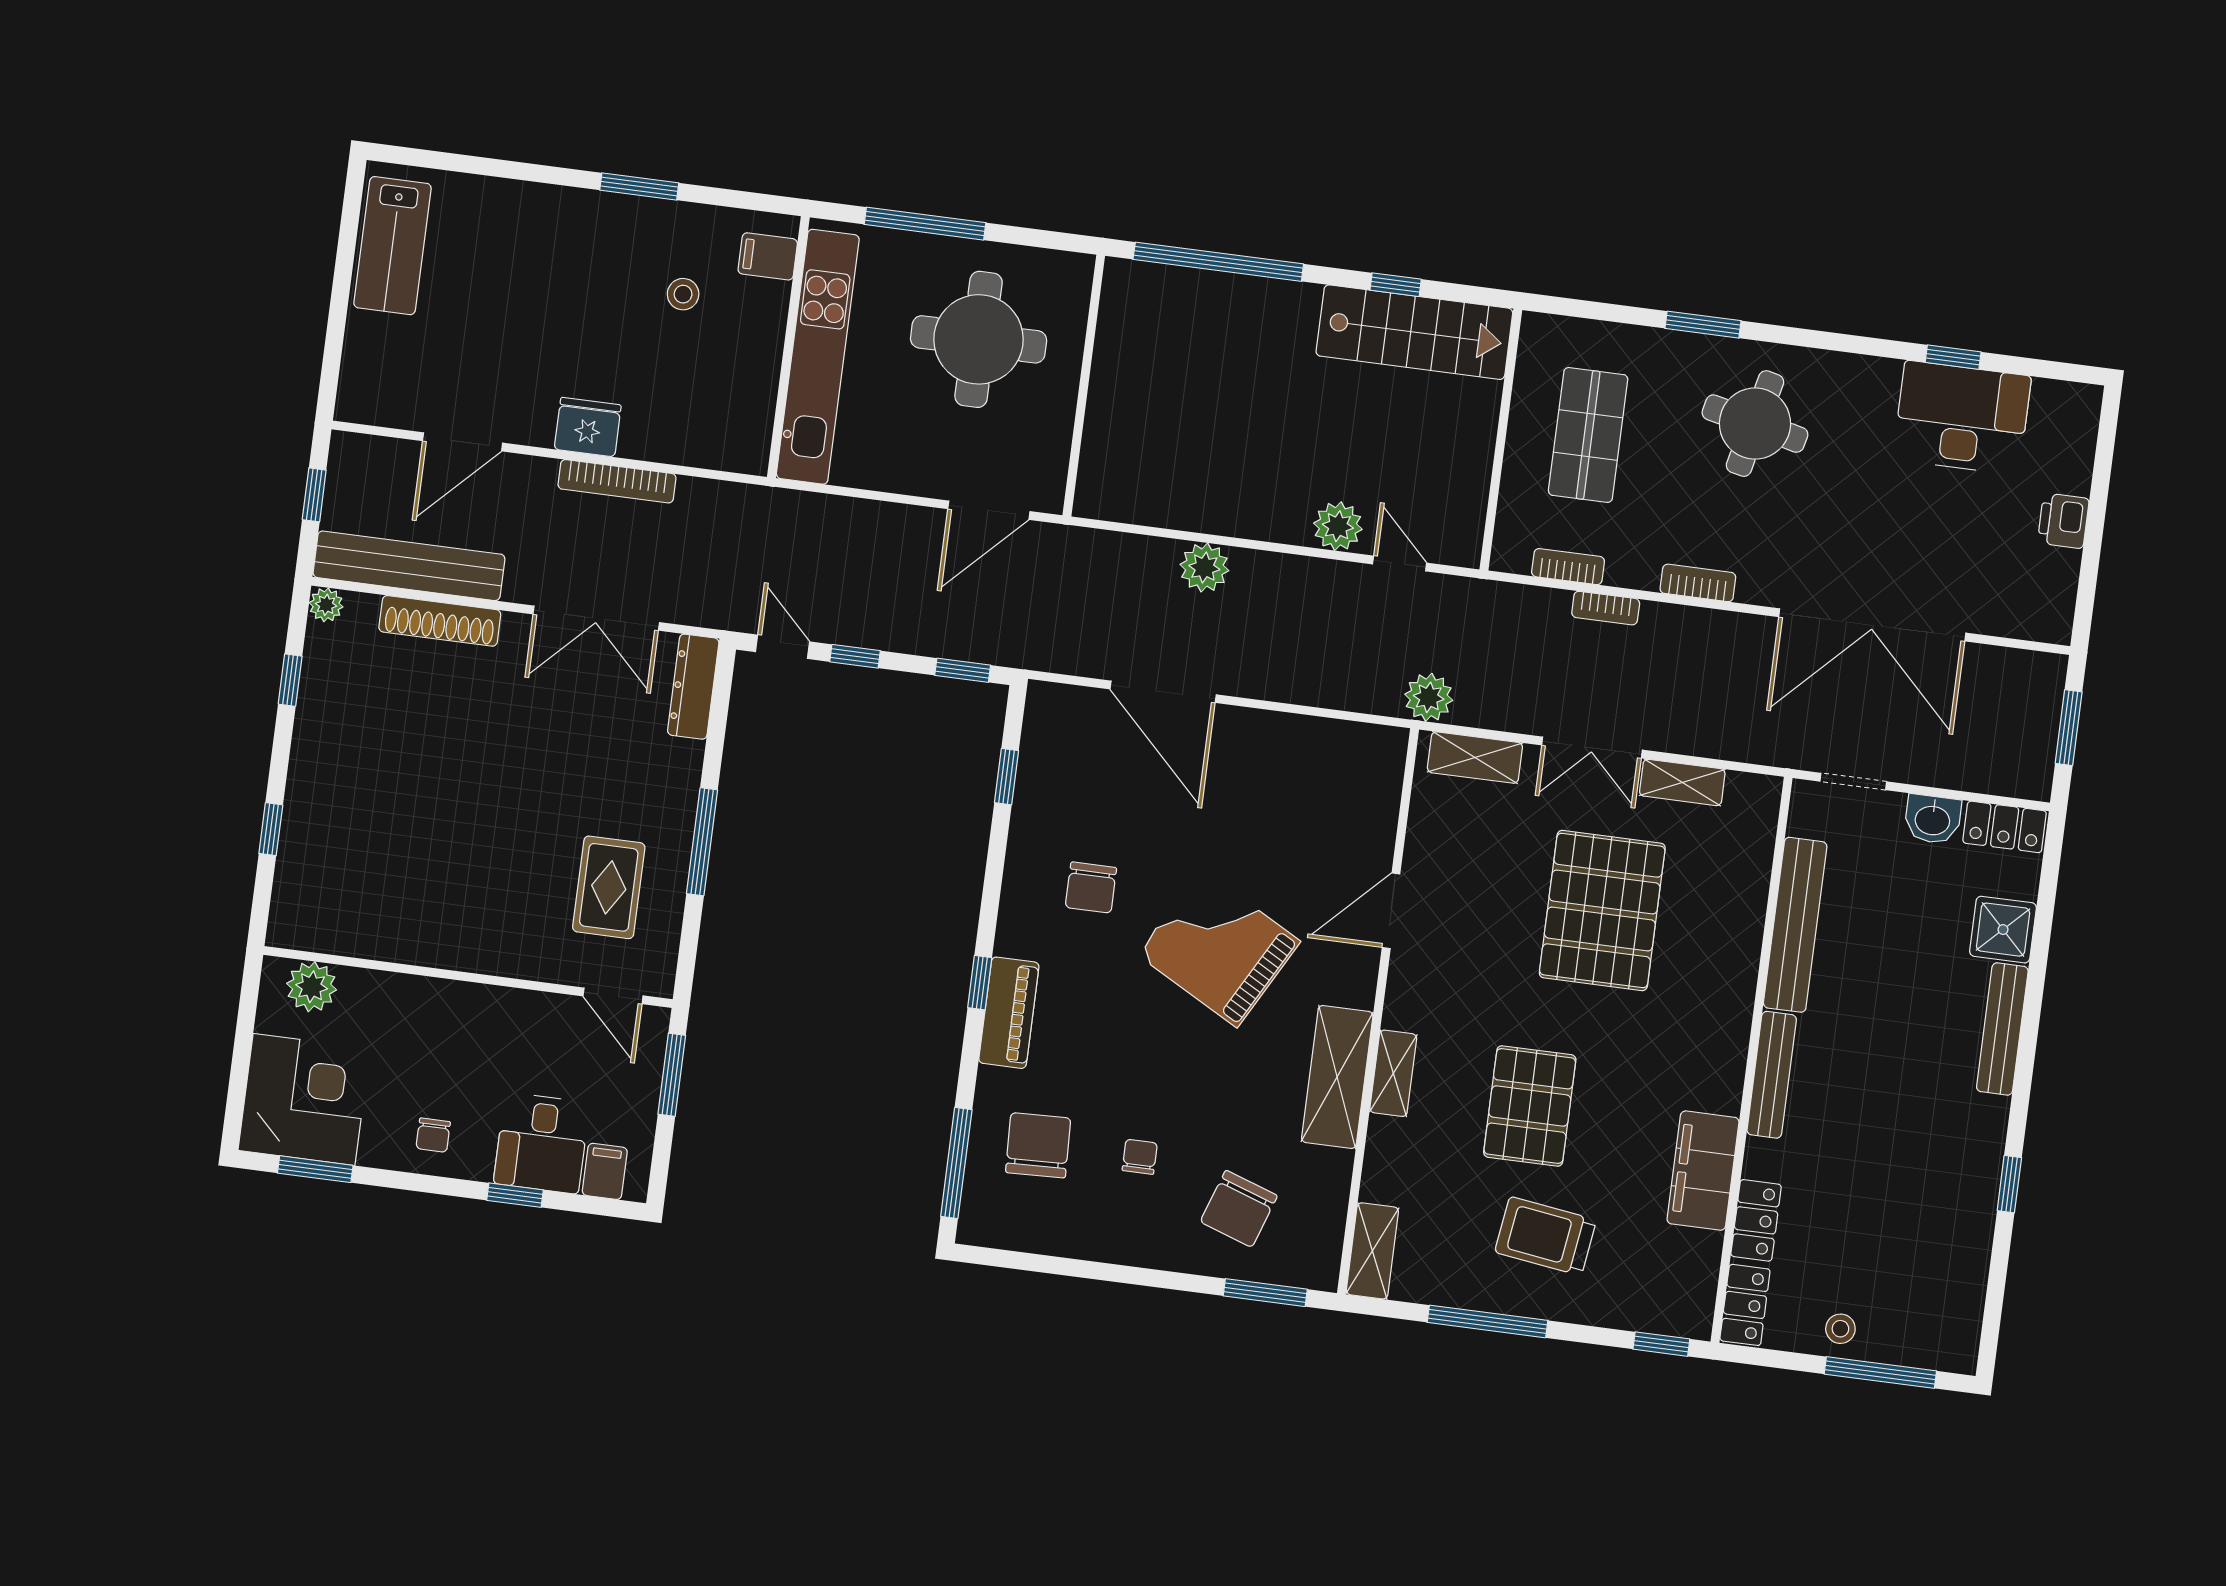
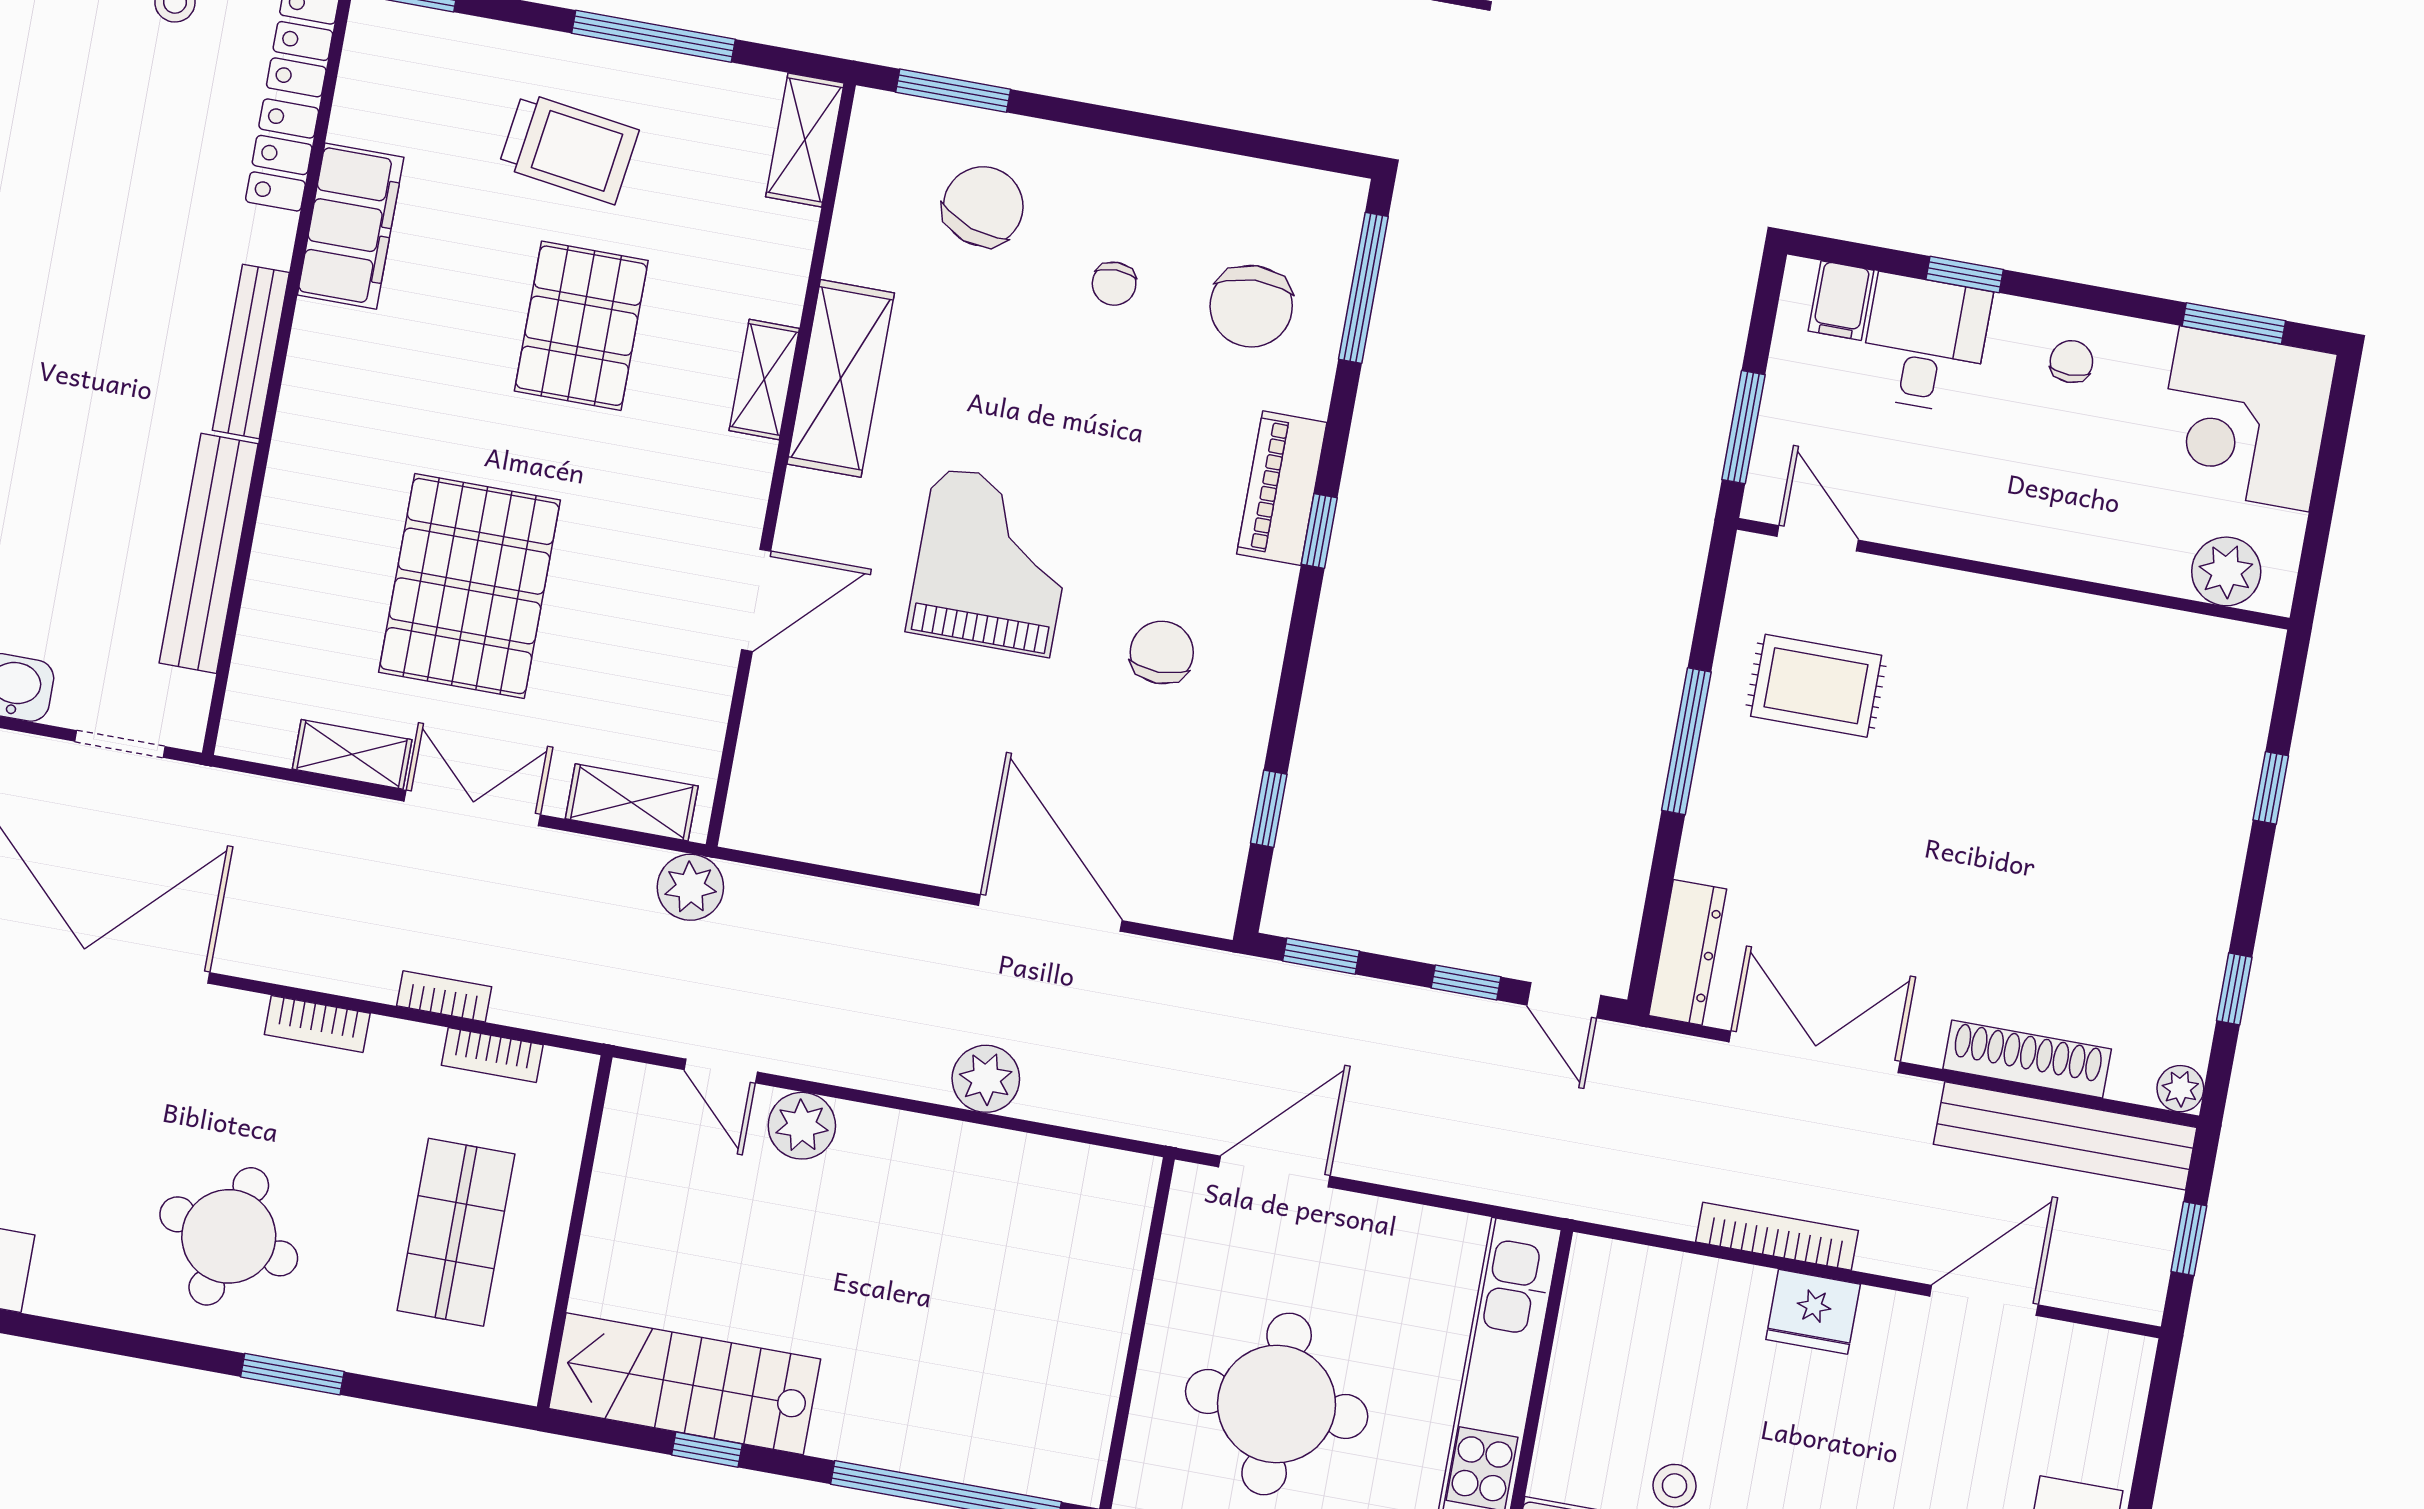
rug: (609, 887) -> (1816, 686), turned 90
grand piano: (1219, 948) -> (992, 562), turned -119

